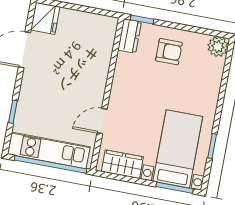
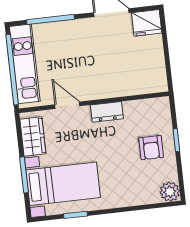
window: (142, 20) -> (176, 140), moved
dresser: (130, 36) -> (107, 112), moved
window: (13, 112) -> (50, 19), width x2.17
window: (175, 188) -> (24, 175), moved

